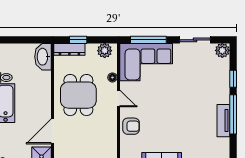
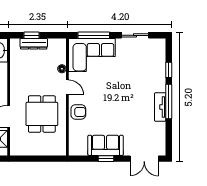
dresser: (69, 49) -> (34, 44), moved
plant: (222, 50) -> (159, 45), removed
plant: (105, 51) -> (55, 45), removed
dining table: (78, 95) -> (42, 114), moved

